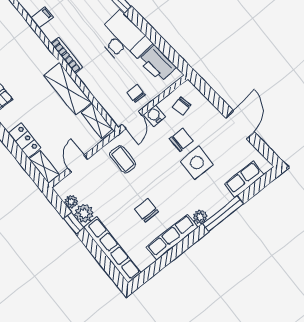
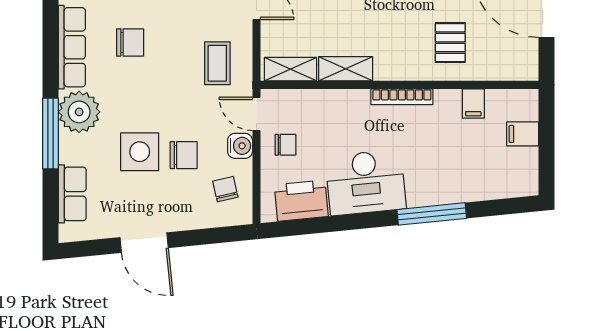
pallet: (21, 53) -> (450, 43), added
shelving: (68, 89) -> (346, 69), width x0.67, depth x0.75
chair: (181, 140) -> (184, 155), turned -90
coffee table: (123, 159) -> (217, 63), turned 90
plant: (200, 217) -> (79, 112), width x1.87, depth x1.87

